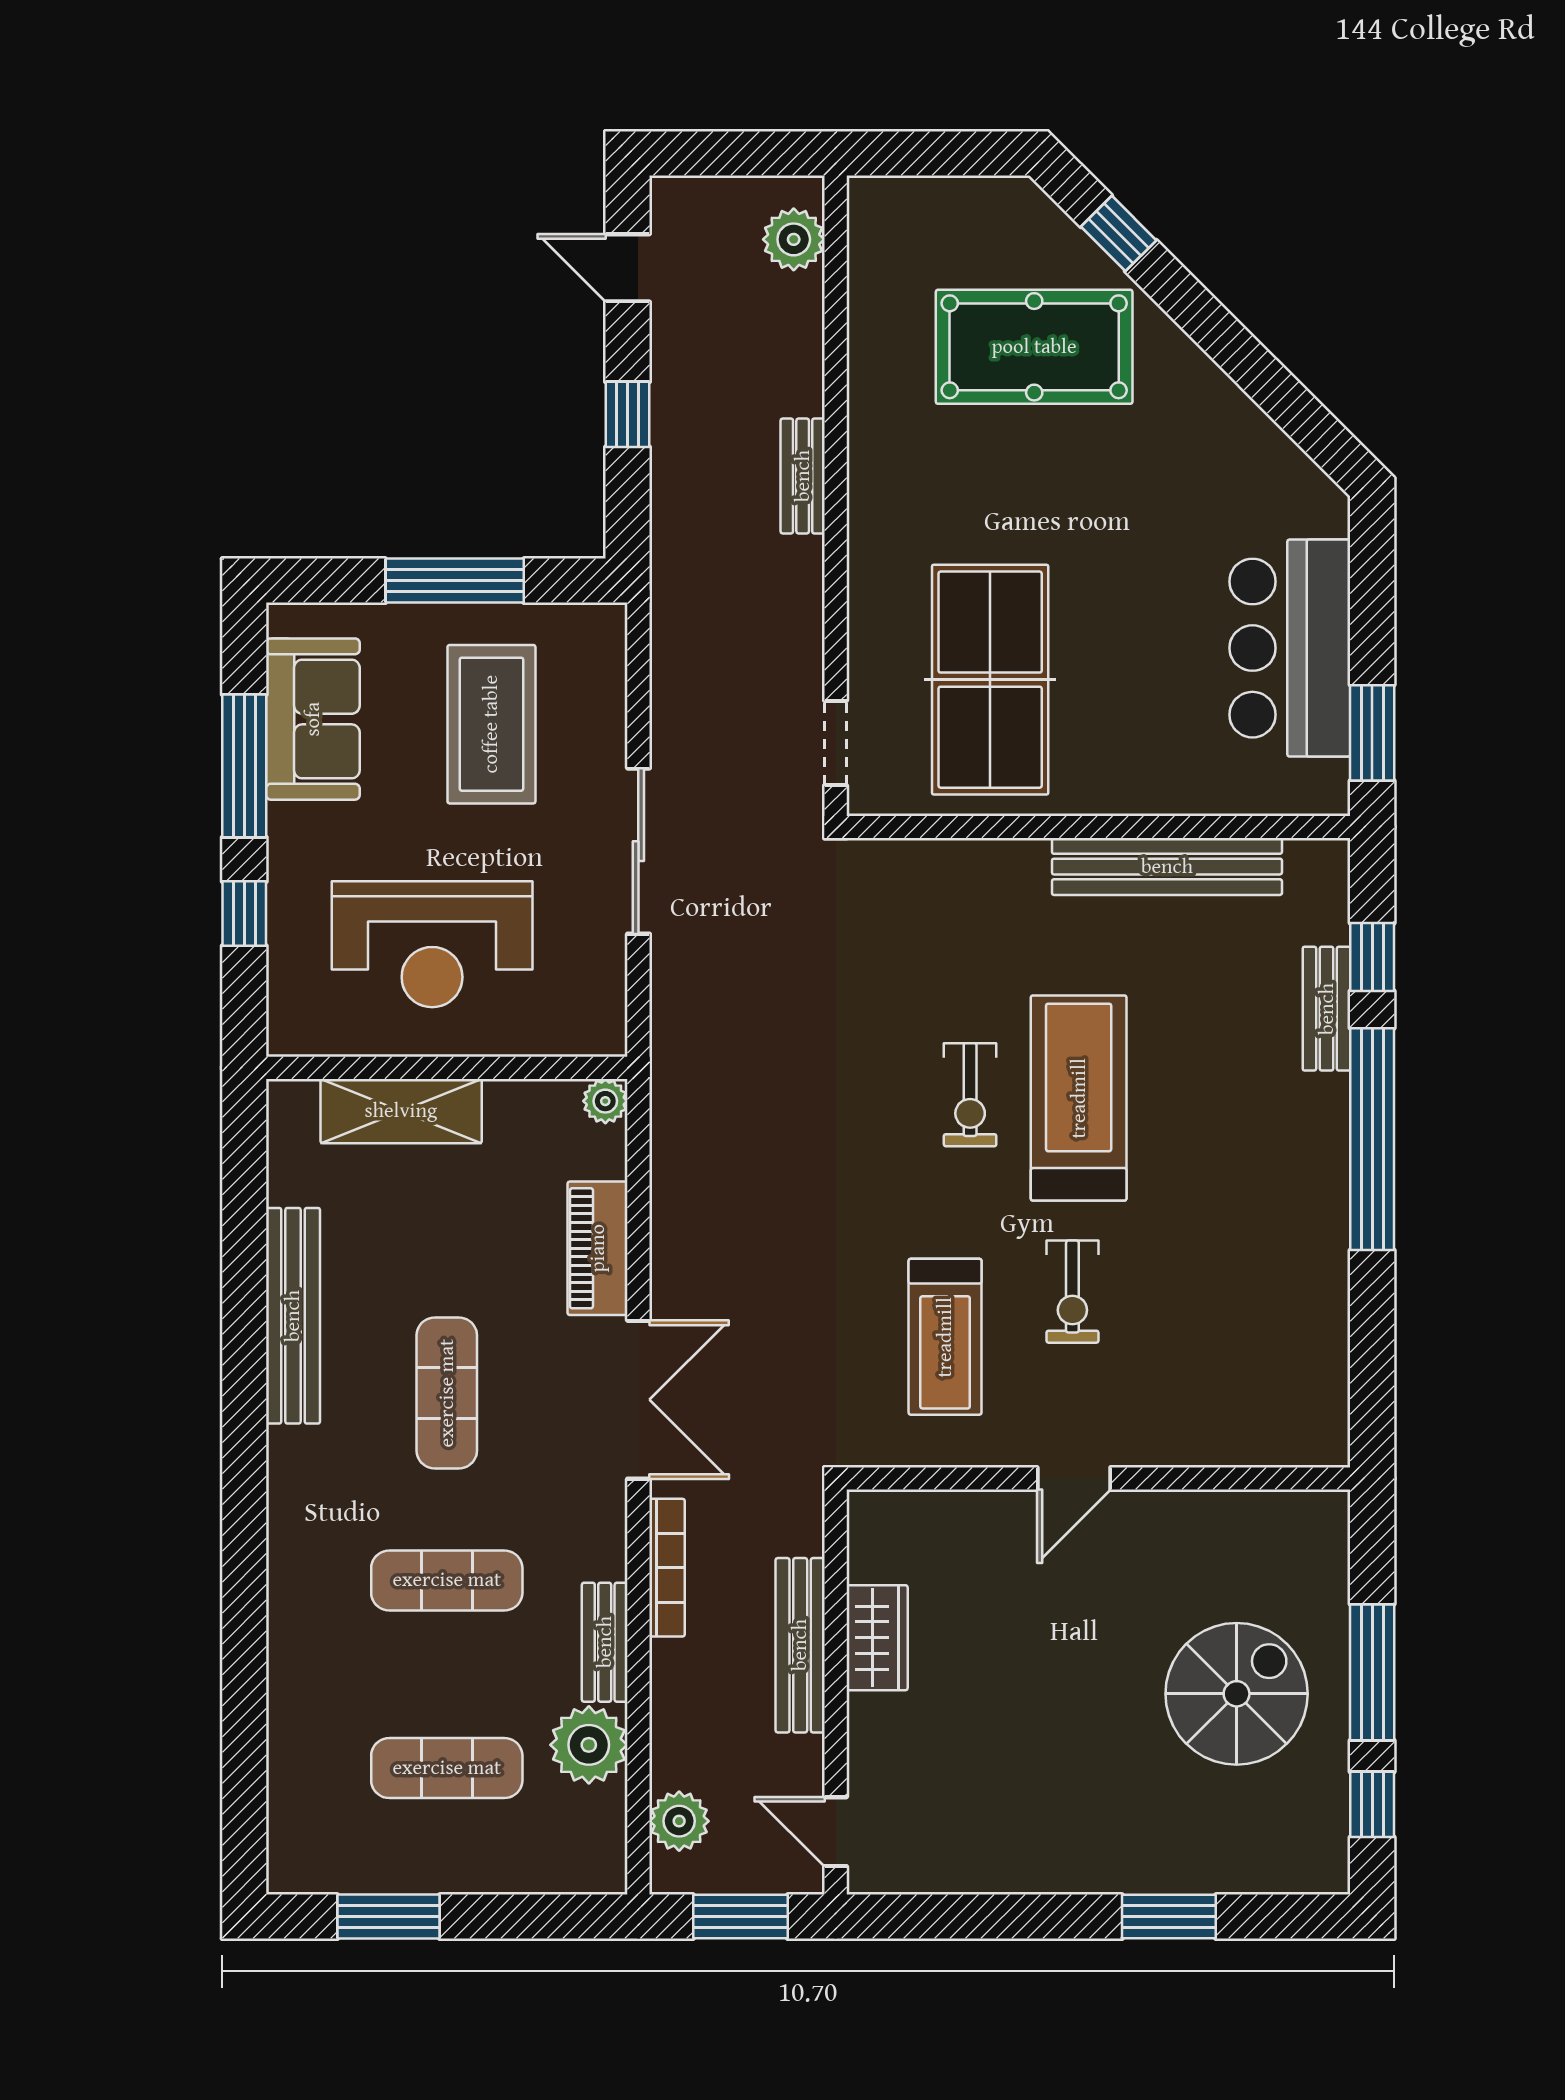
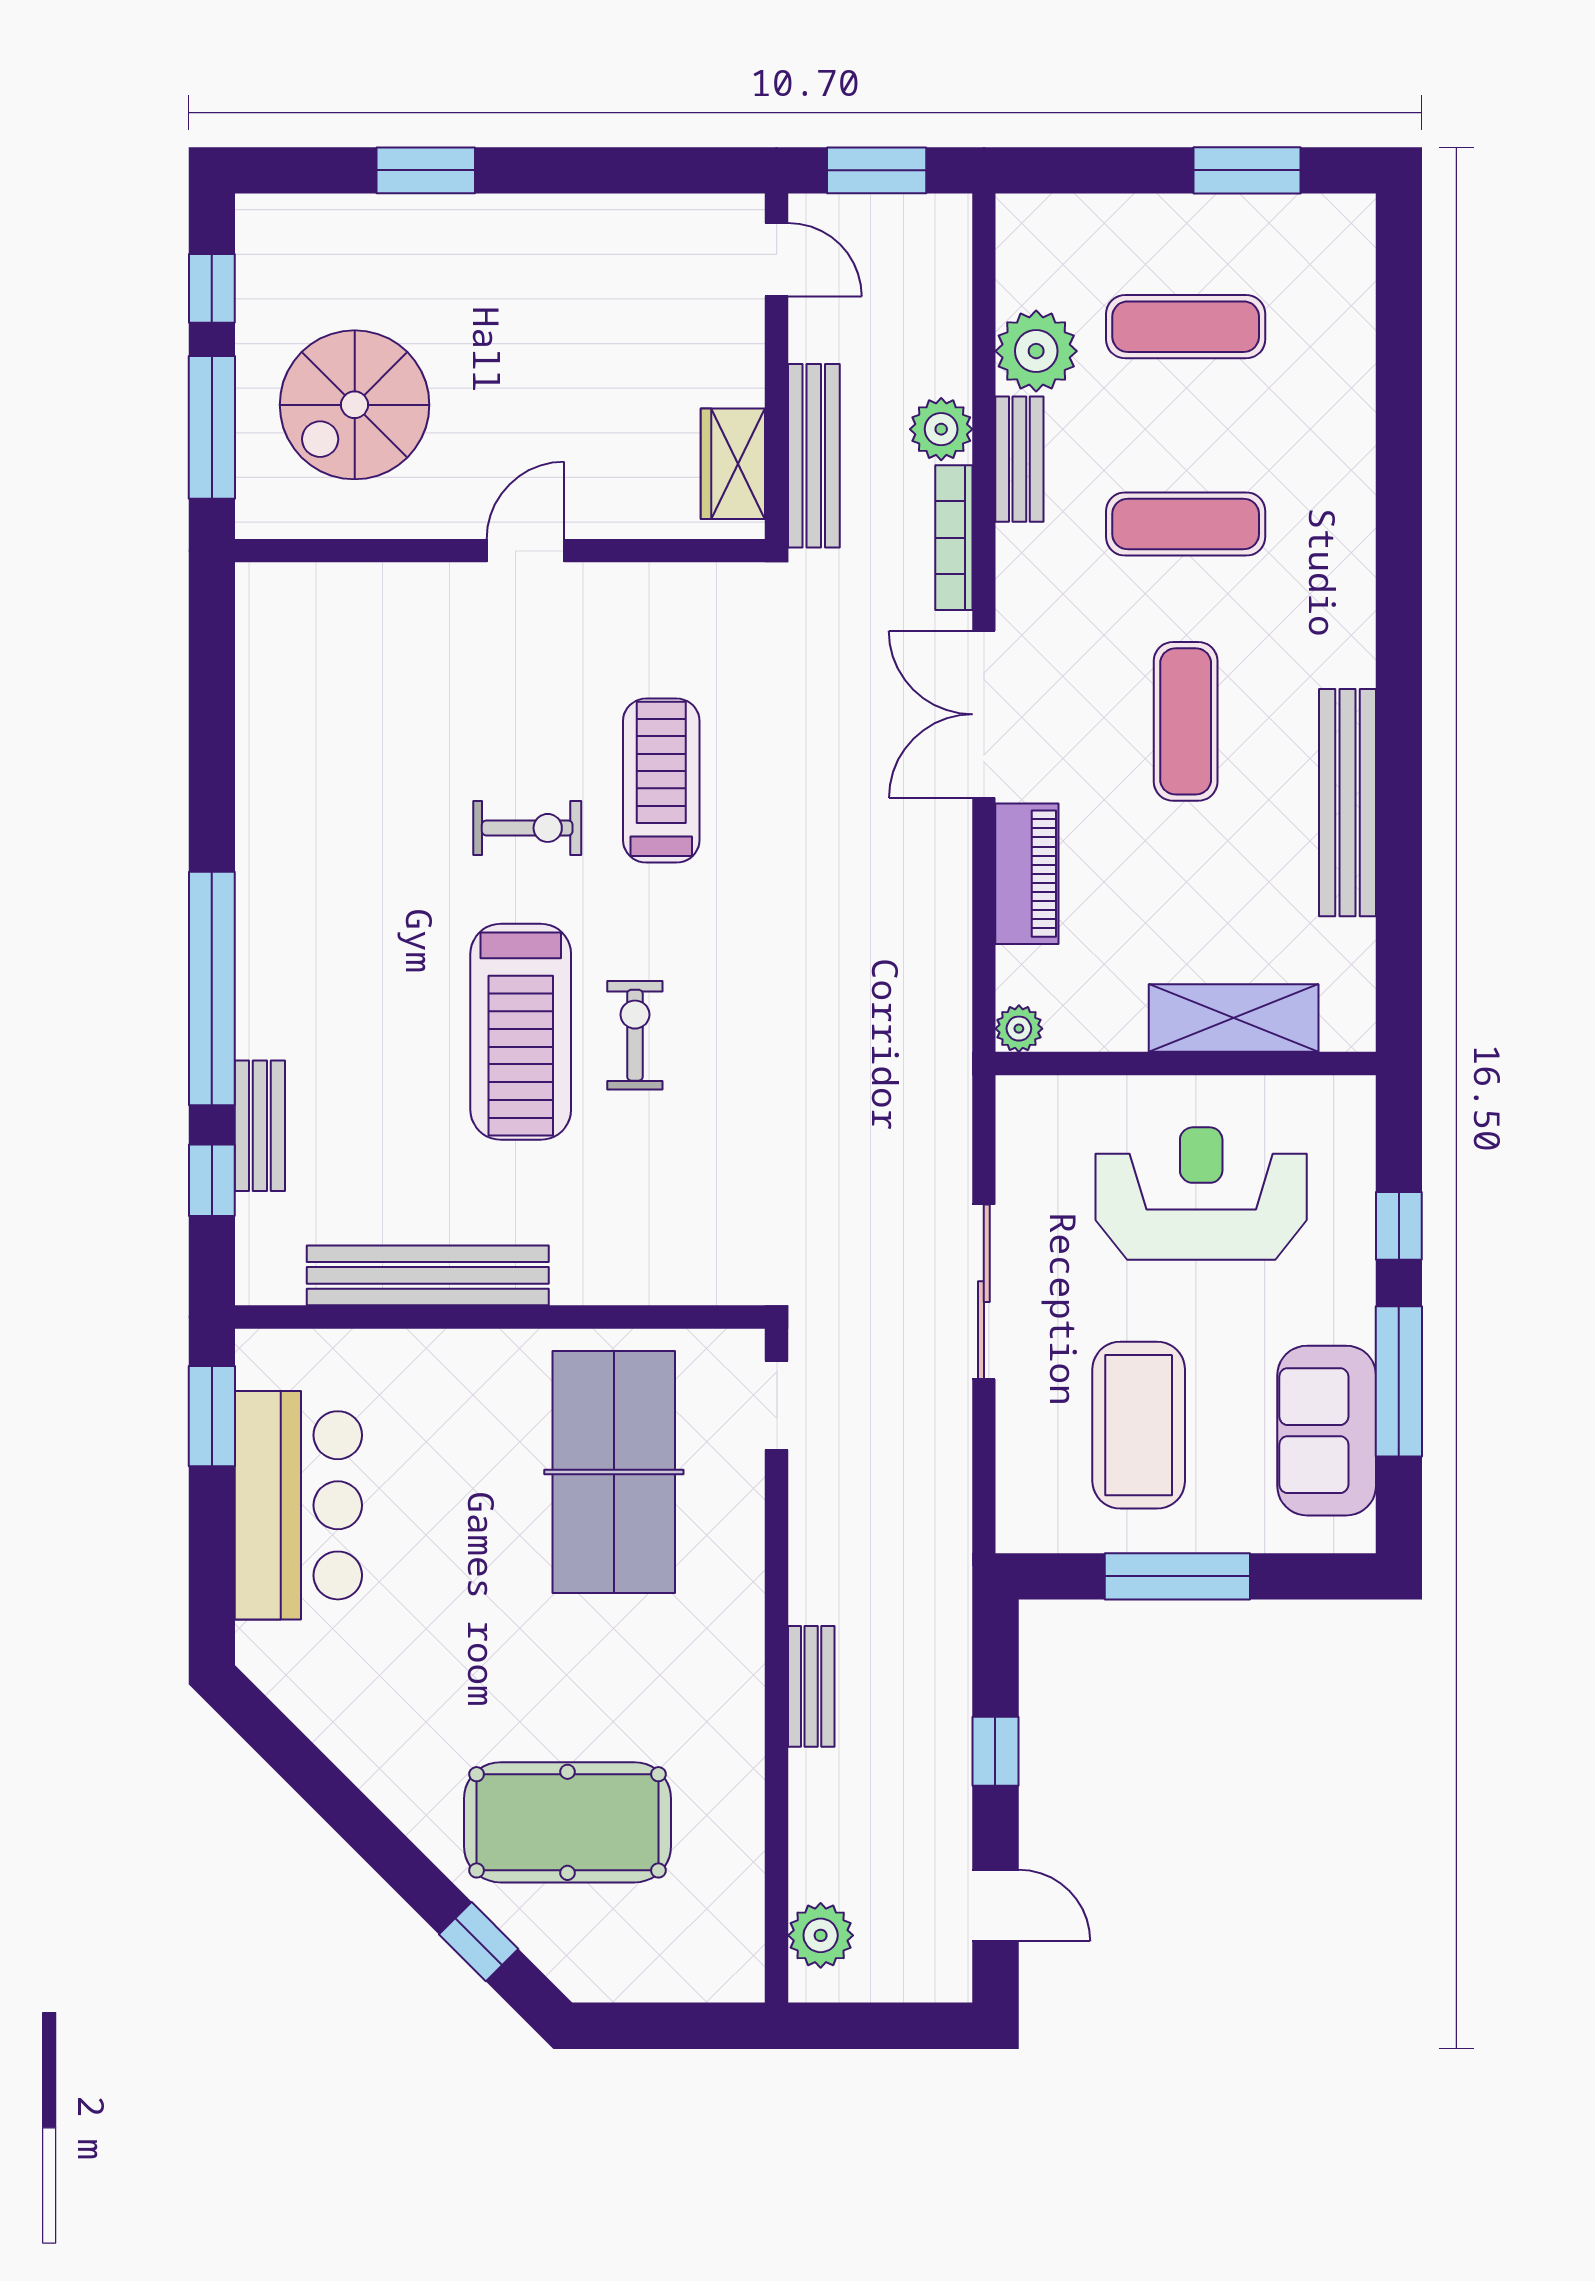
exercise bike: (1072, 1292) -> (527, 828), turned 90
door: (1074, 1479) -> (526, 551), moved
wall: (1098, 1479) -> (500, 551), moved
plant: (679, 1821) -> (941, 429), moved

